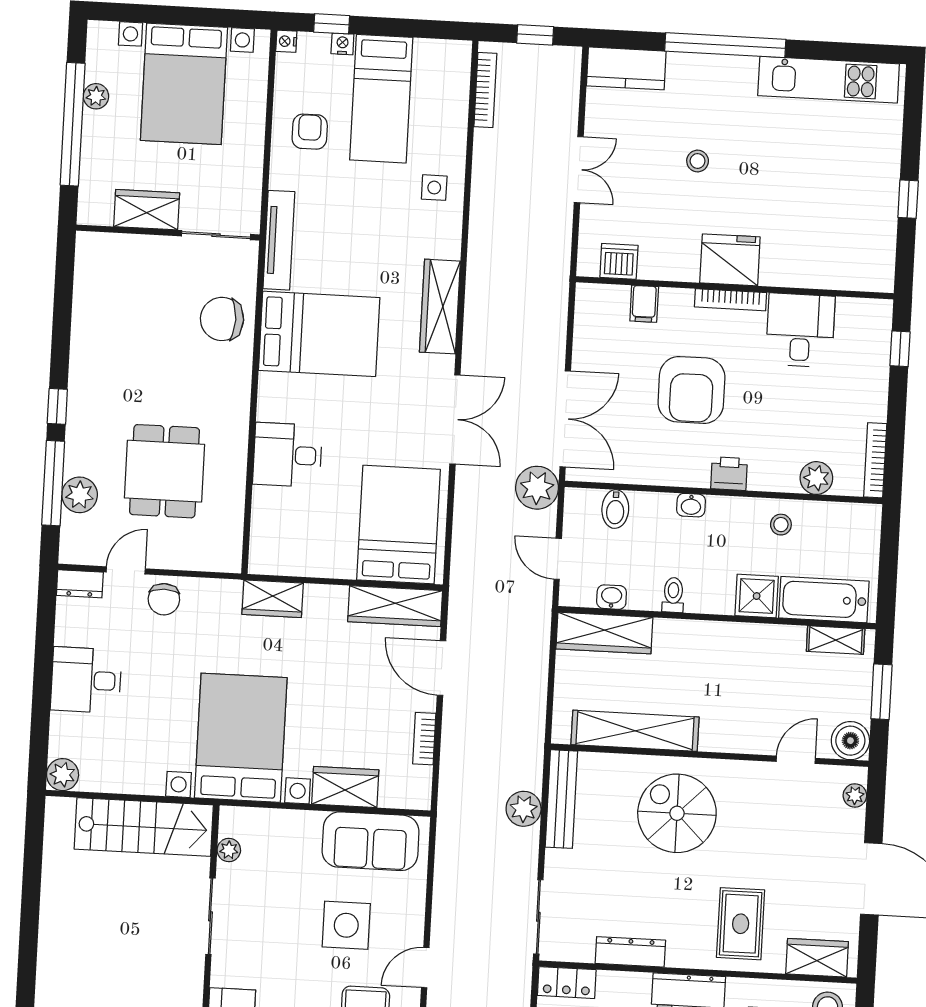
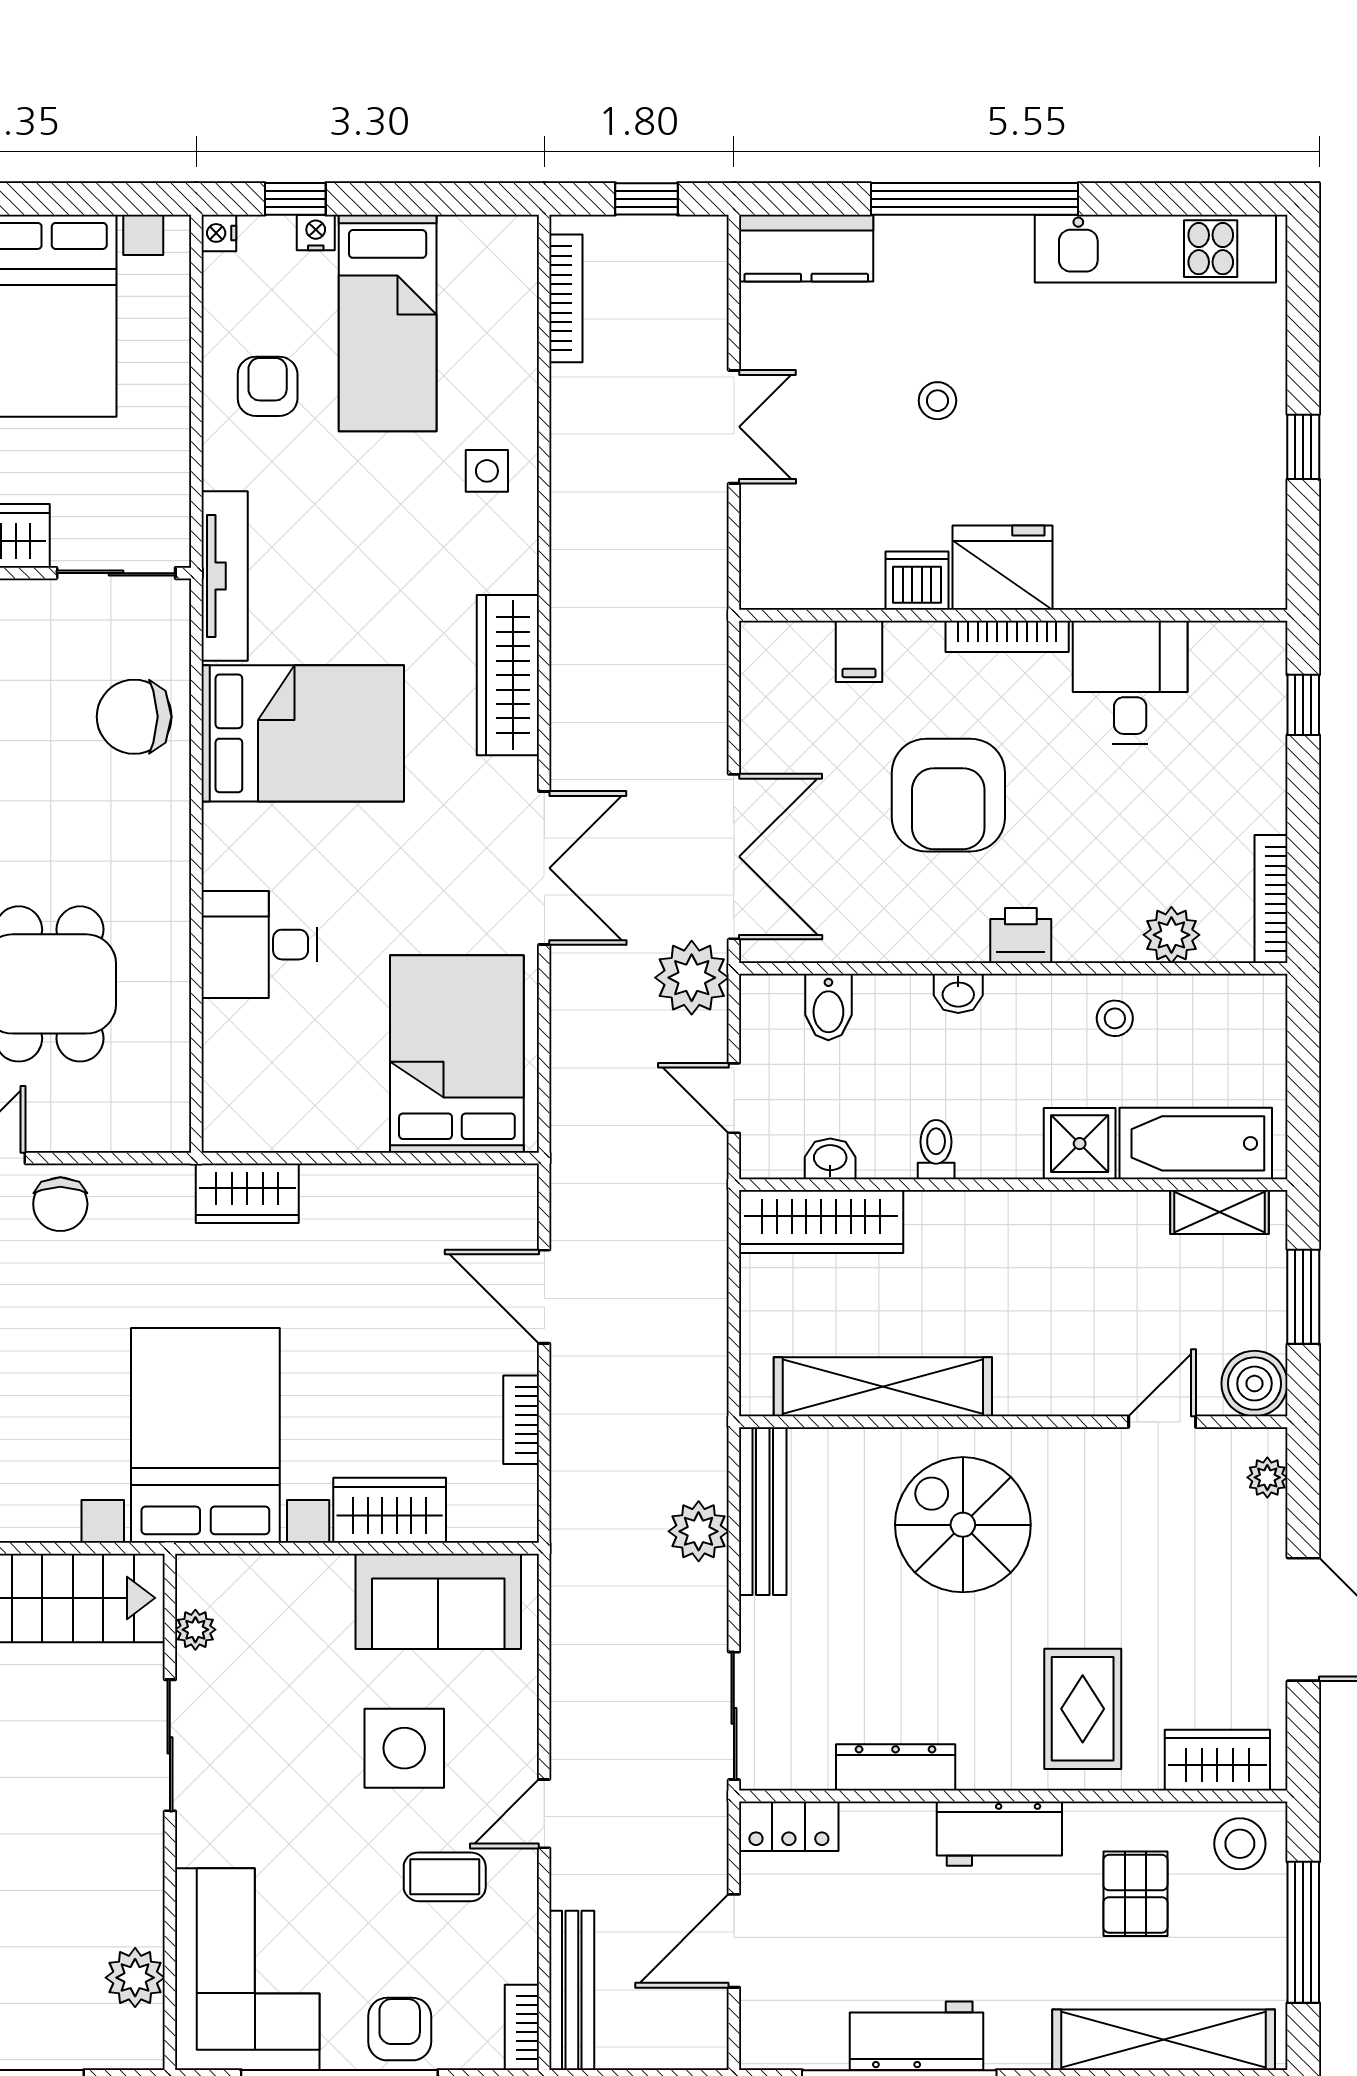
dishwasher: (619, 261) -> (917, 581), moved
wardrobe: (395, 606) -> (459, 1194), removed

